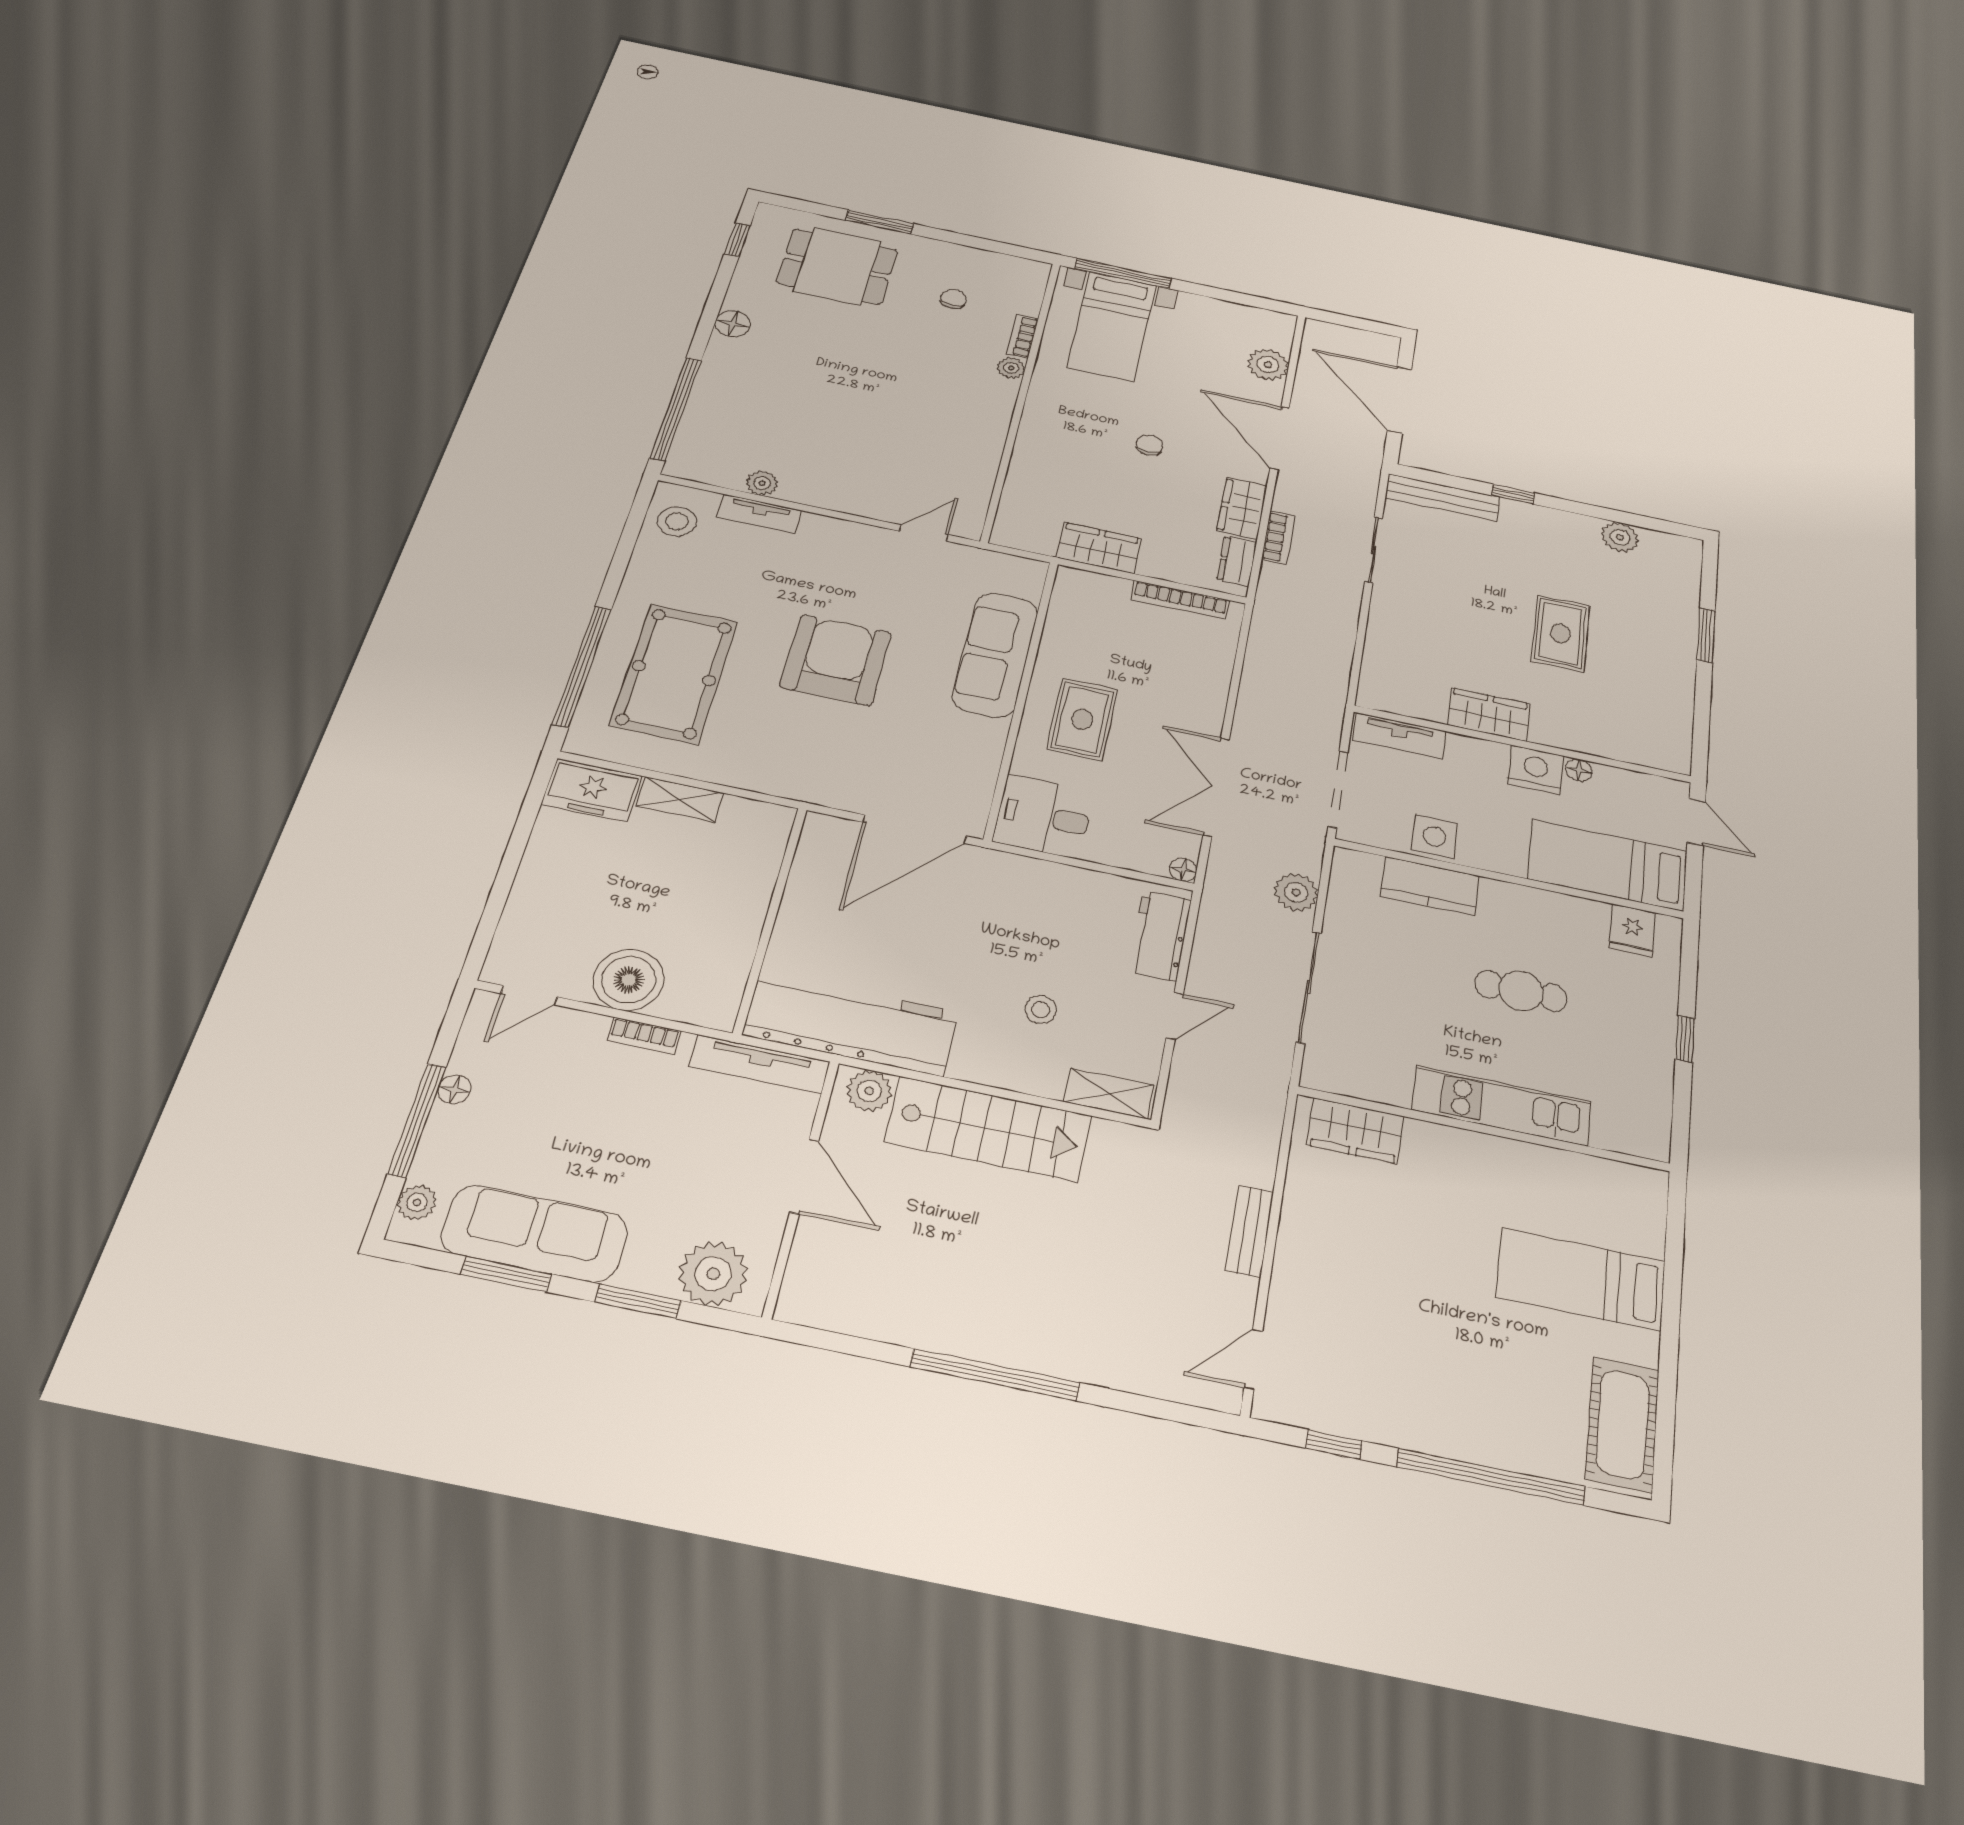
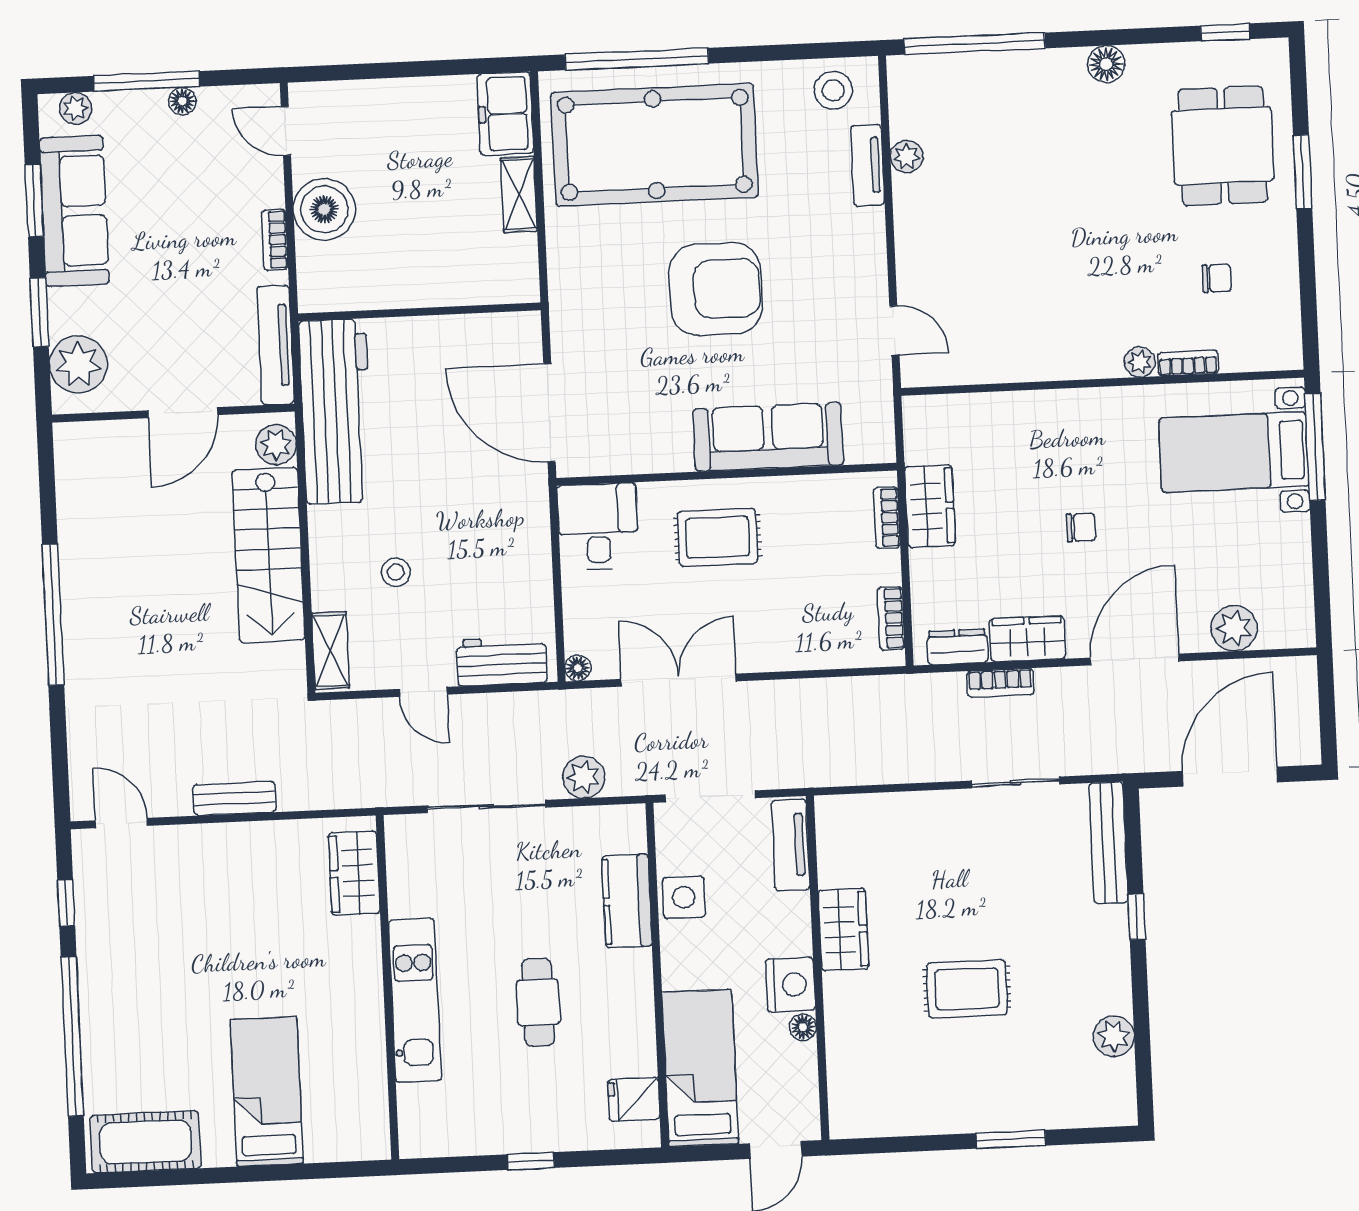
bookcase: (1100, 583) -> (887, 518), added
bookcase: (1180, 600) -> (891, 618), width x0.64
pool table: (674, 673) -> (655, 145), width x1.36, depth x1.32

